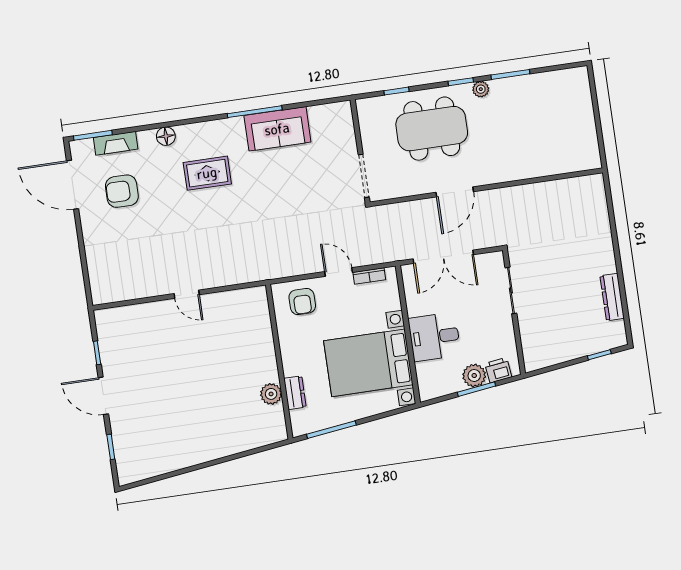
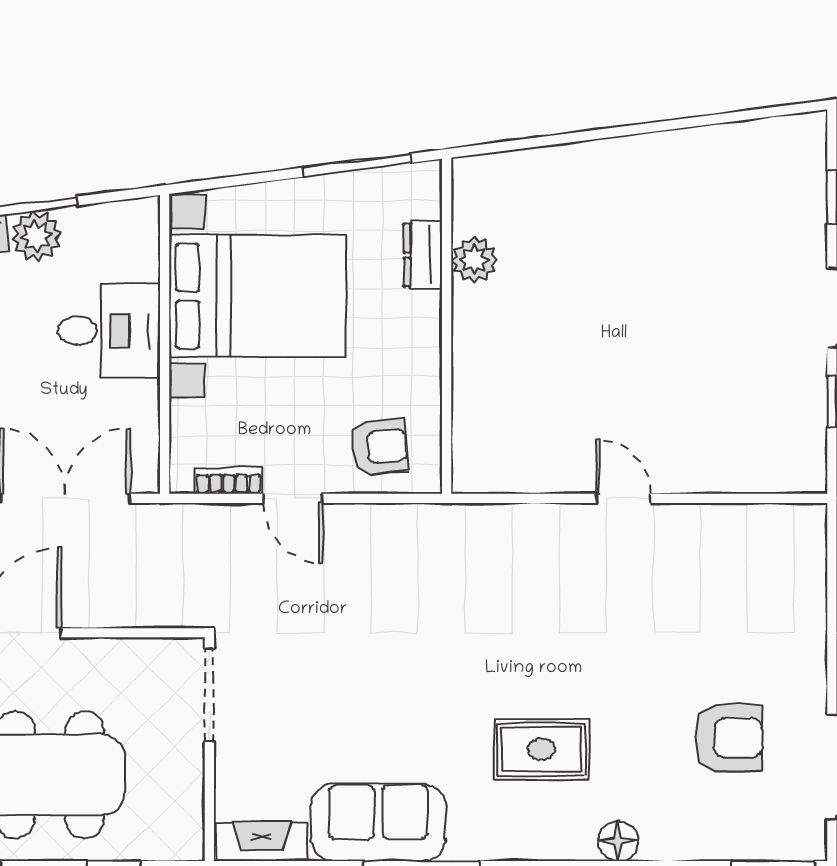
fireplace: (116, 143) -> (262, 842), moved
armchair: (302, 301) -> (379, 447), turned 85

